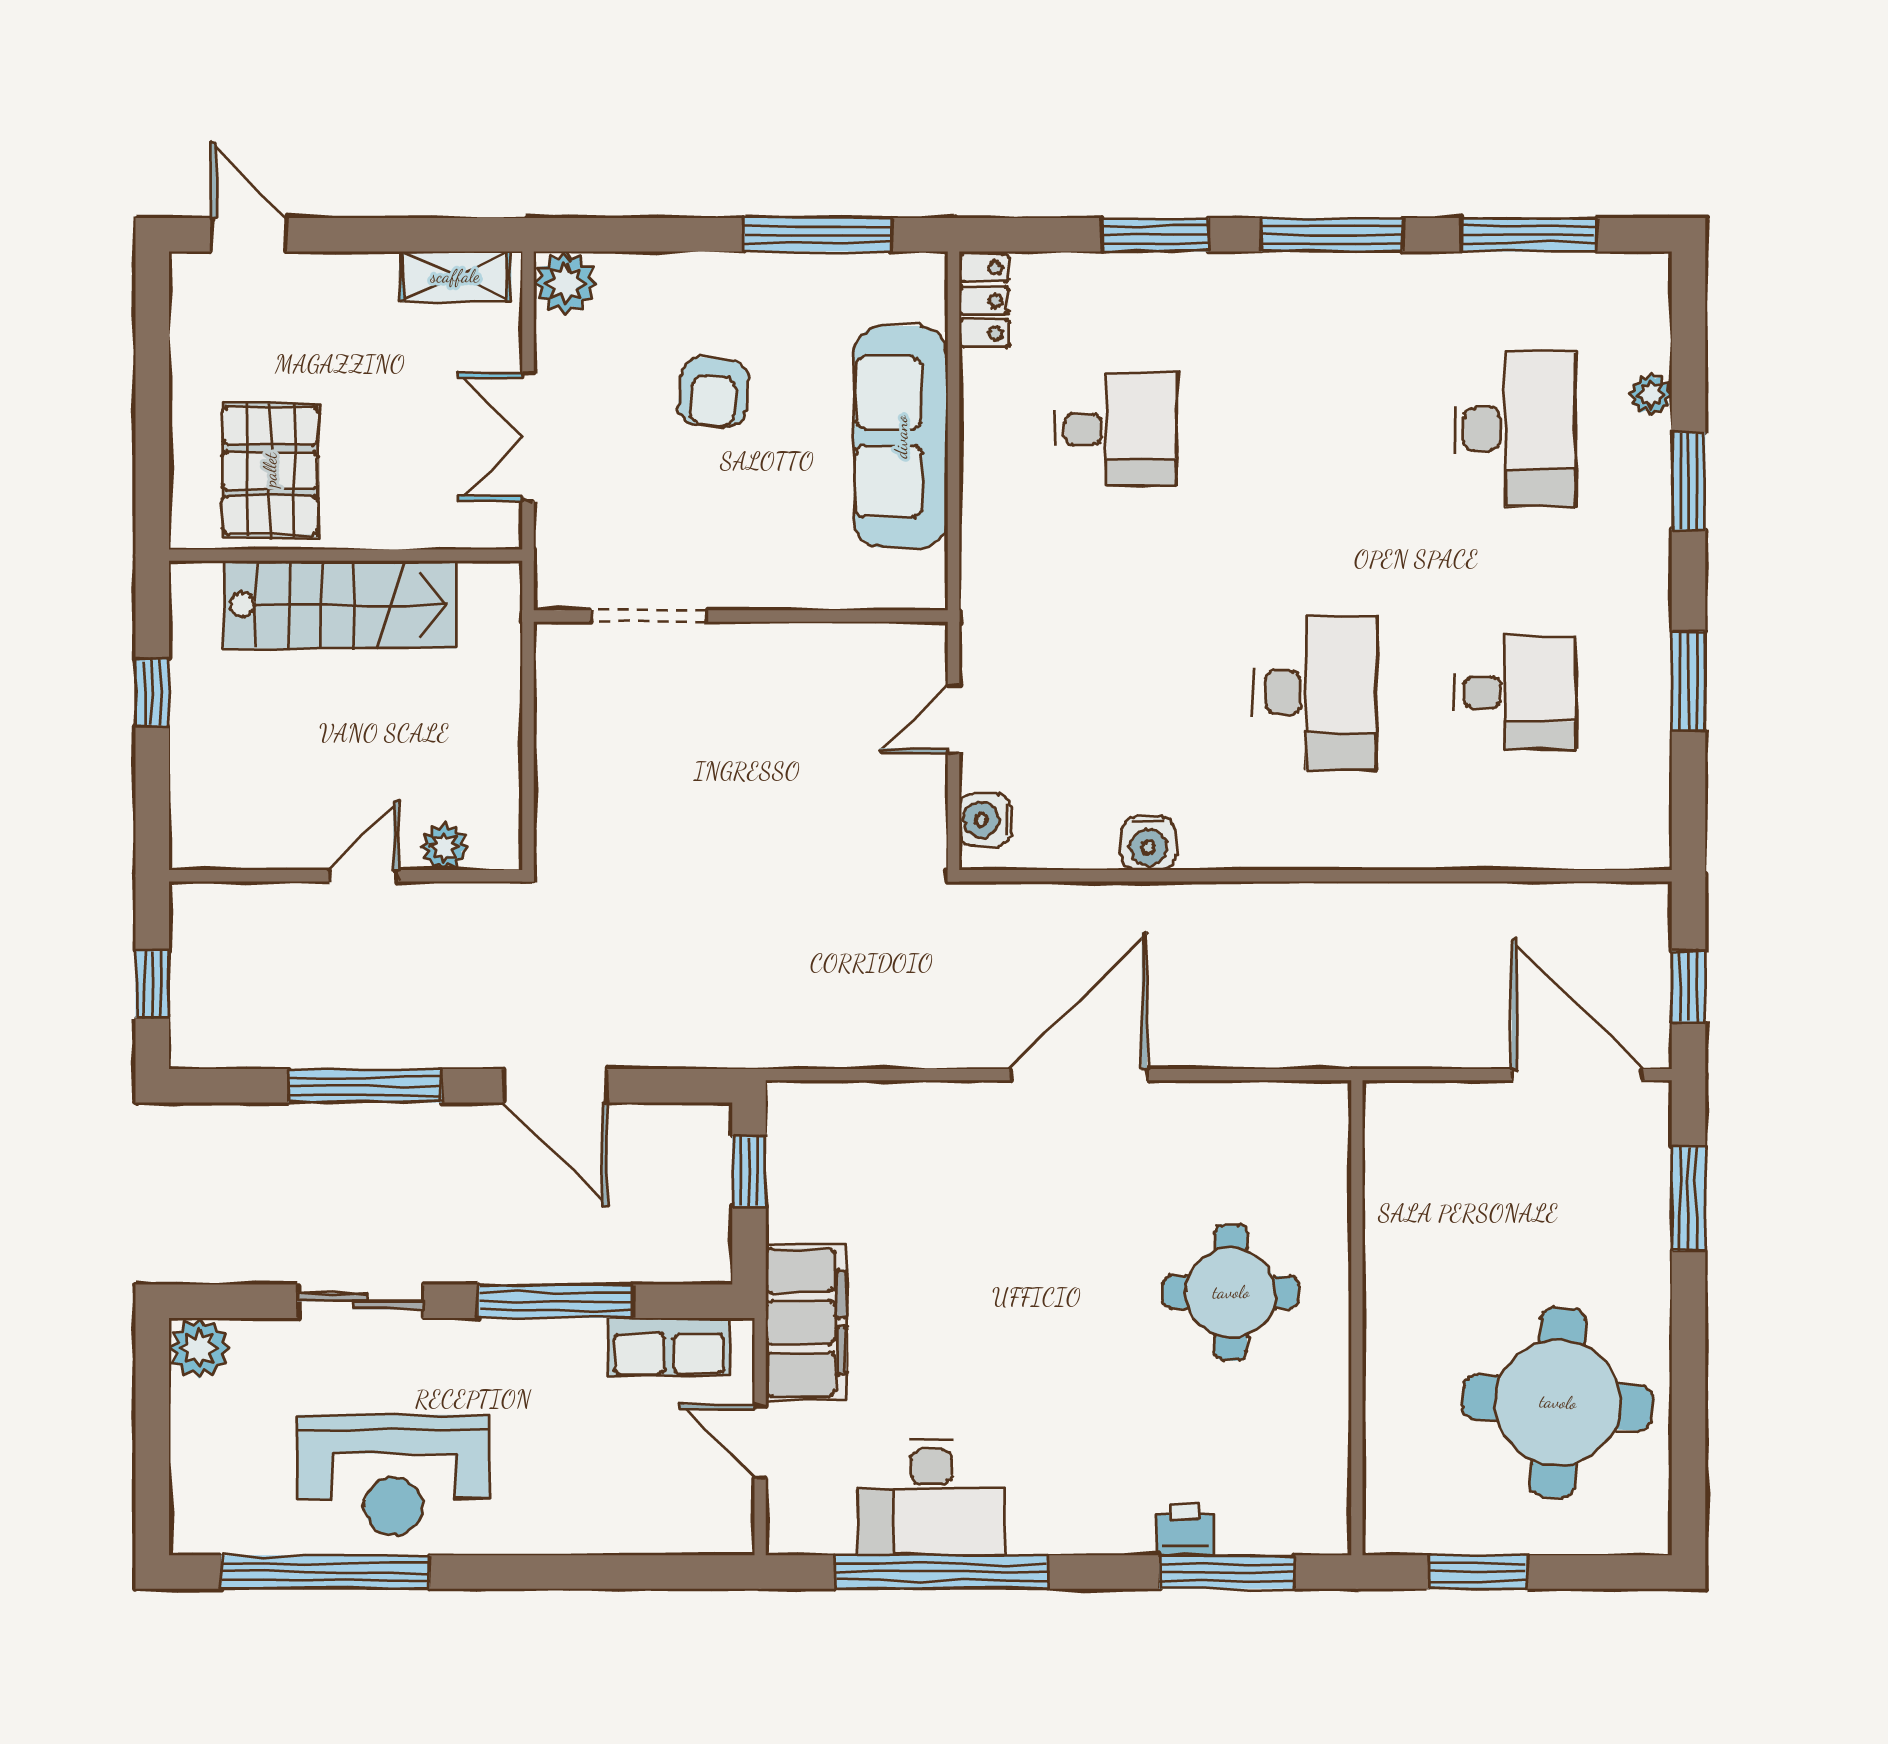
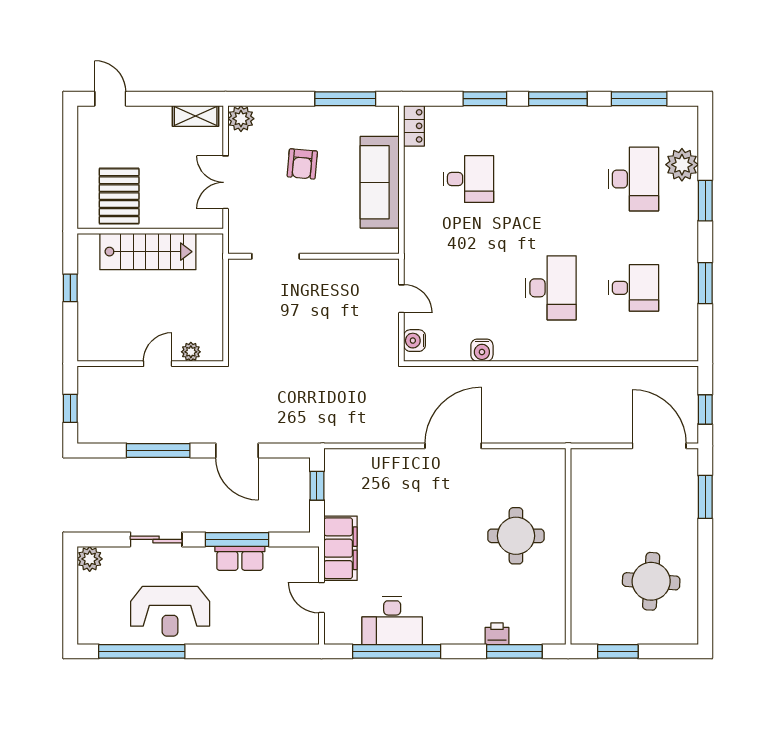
plant: (1651, 394) -> (682, 165), width x1.88, depth x1.88
door: (954, 719) -> (401, 299), swing flipped
row of seats: (669, 1347) -> (240, 558), moved
round table: (1558, 1402) -> (651, 581), width x0.73, depth x0.73

